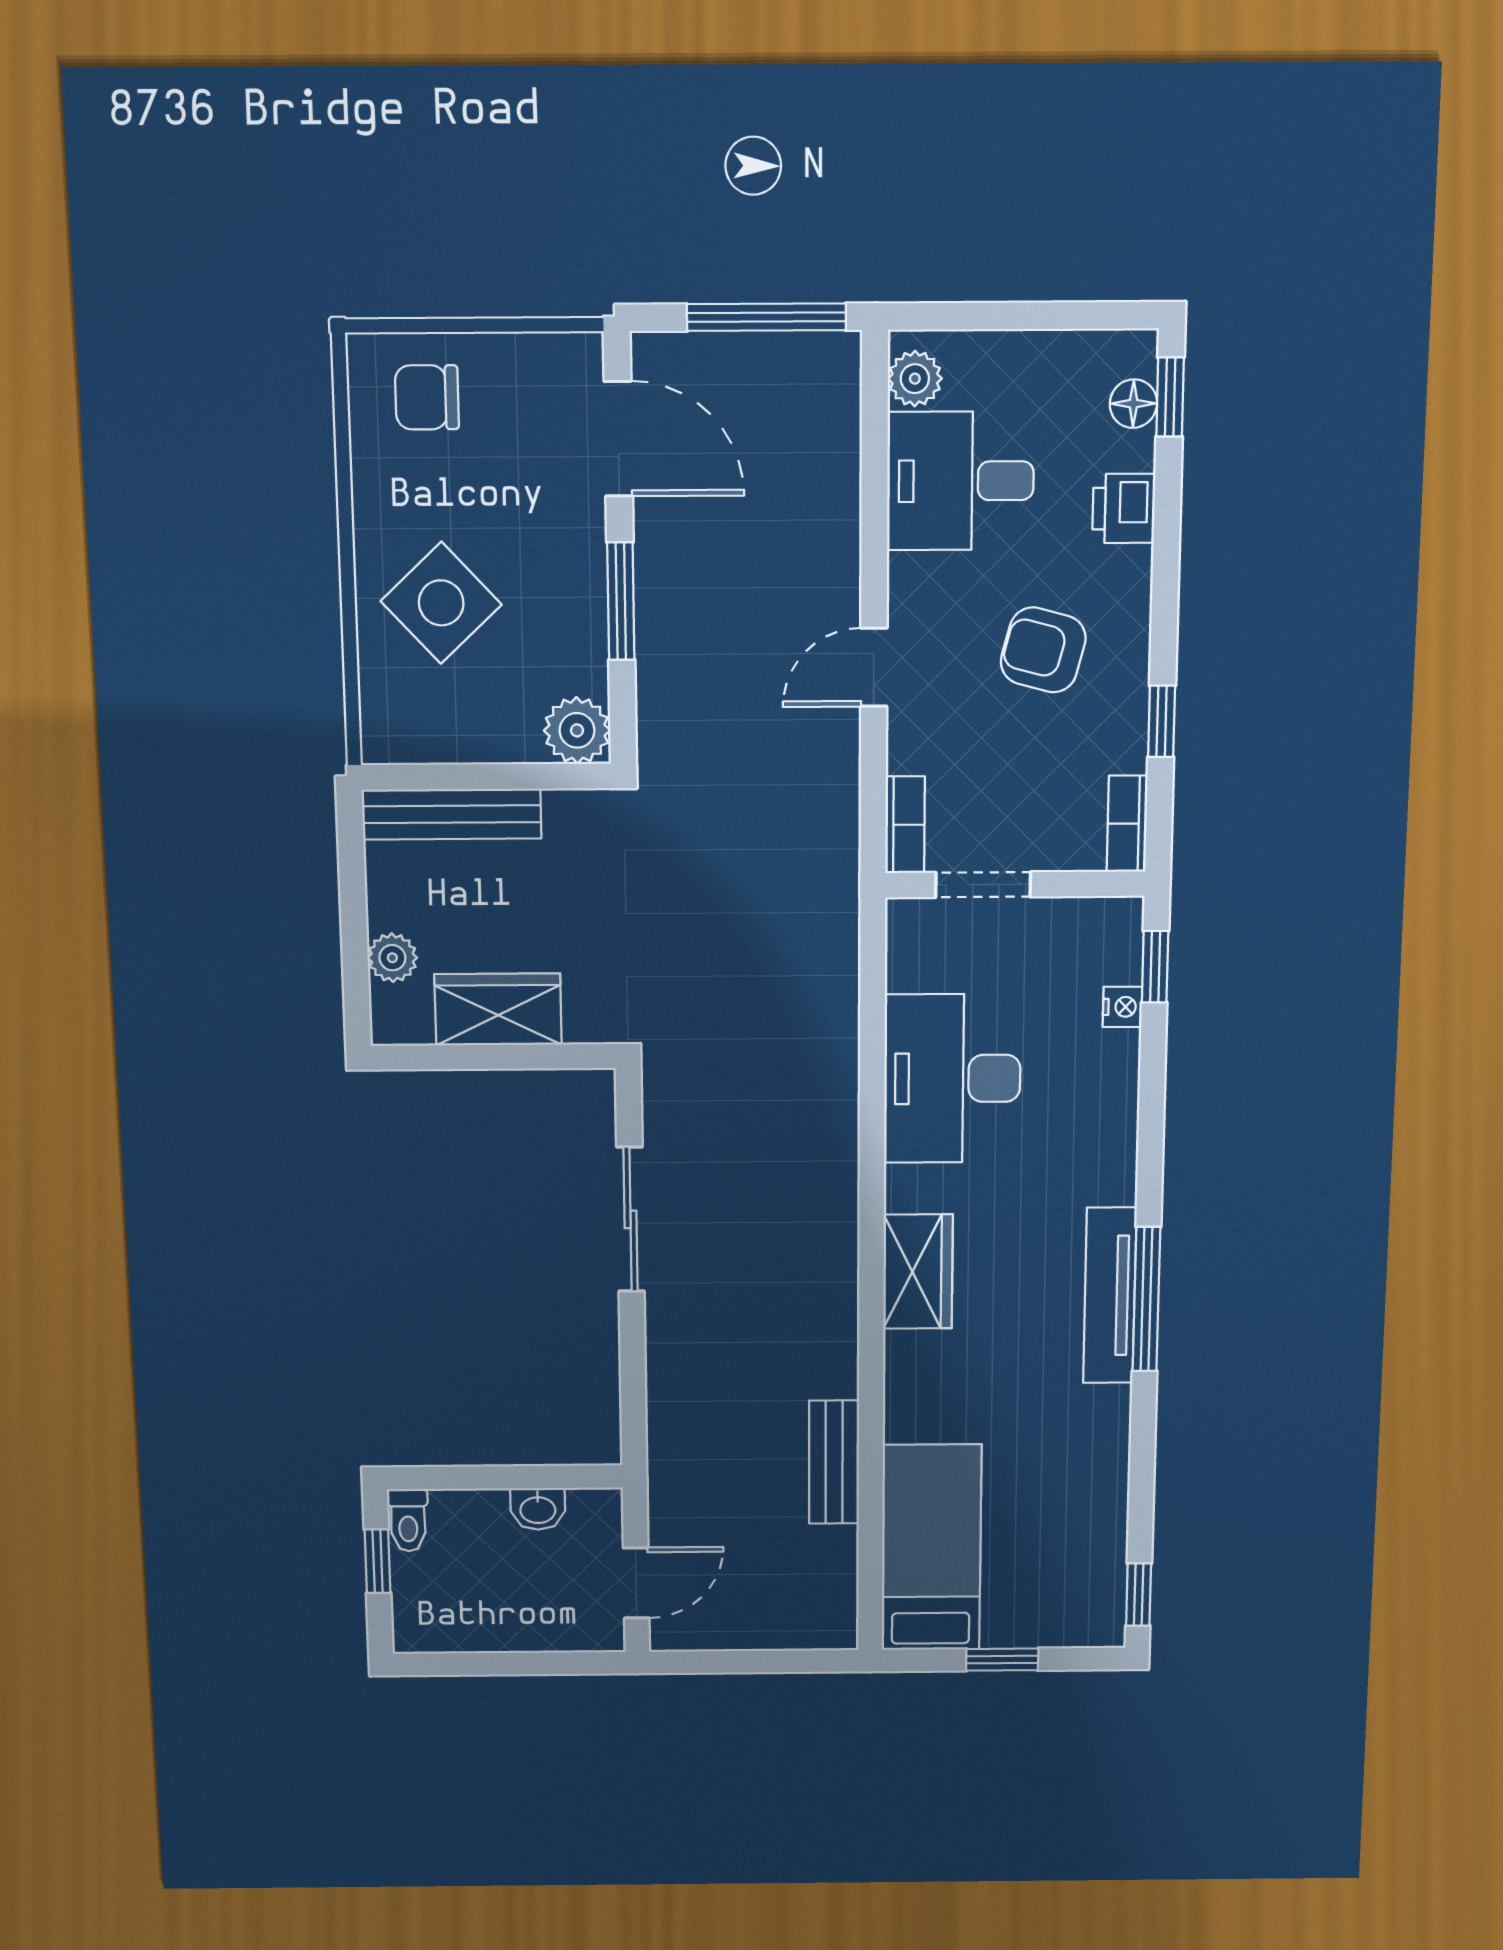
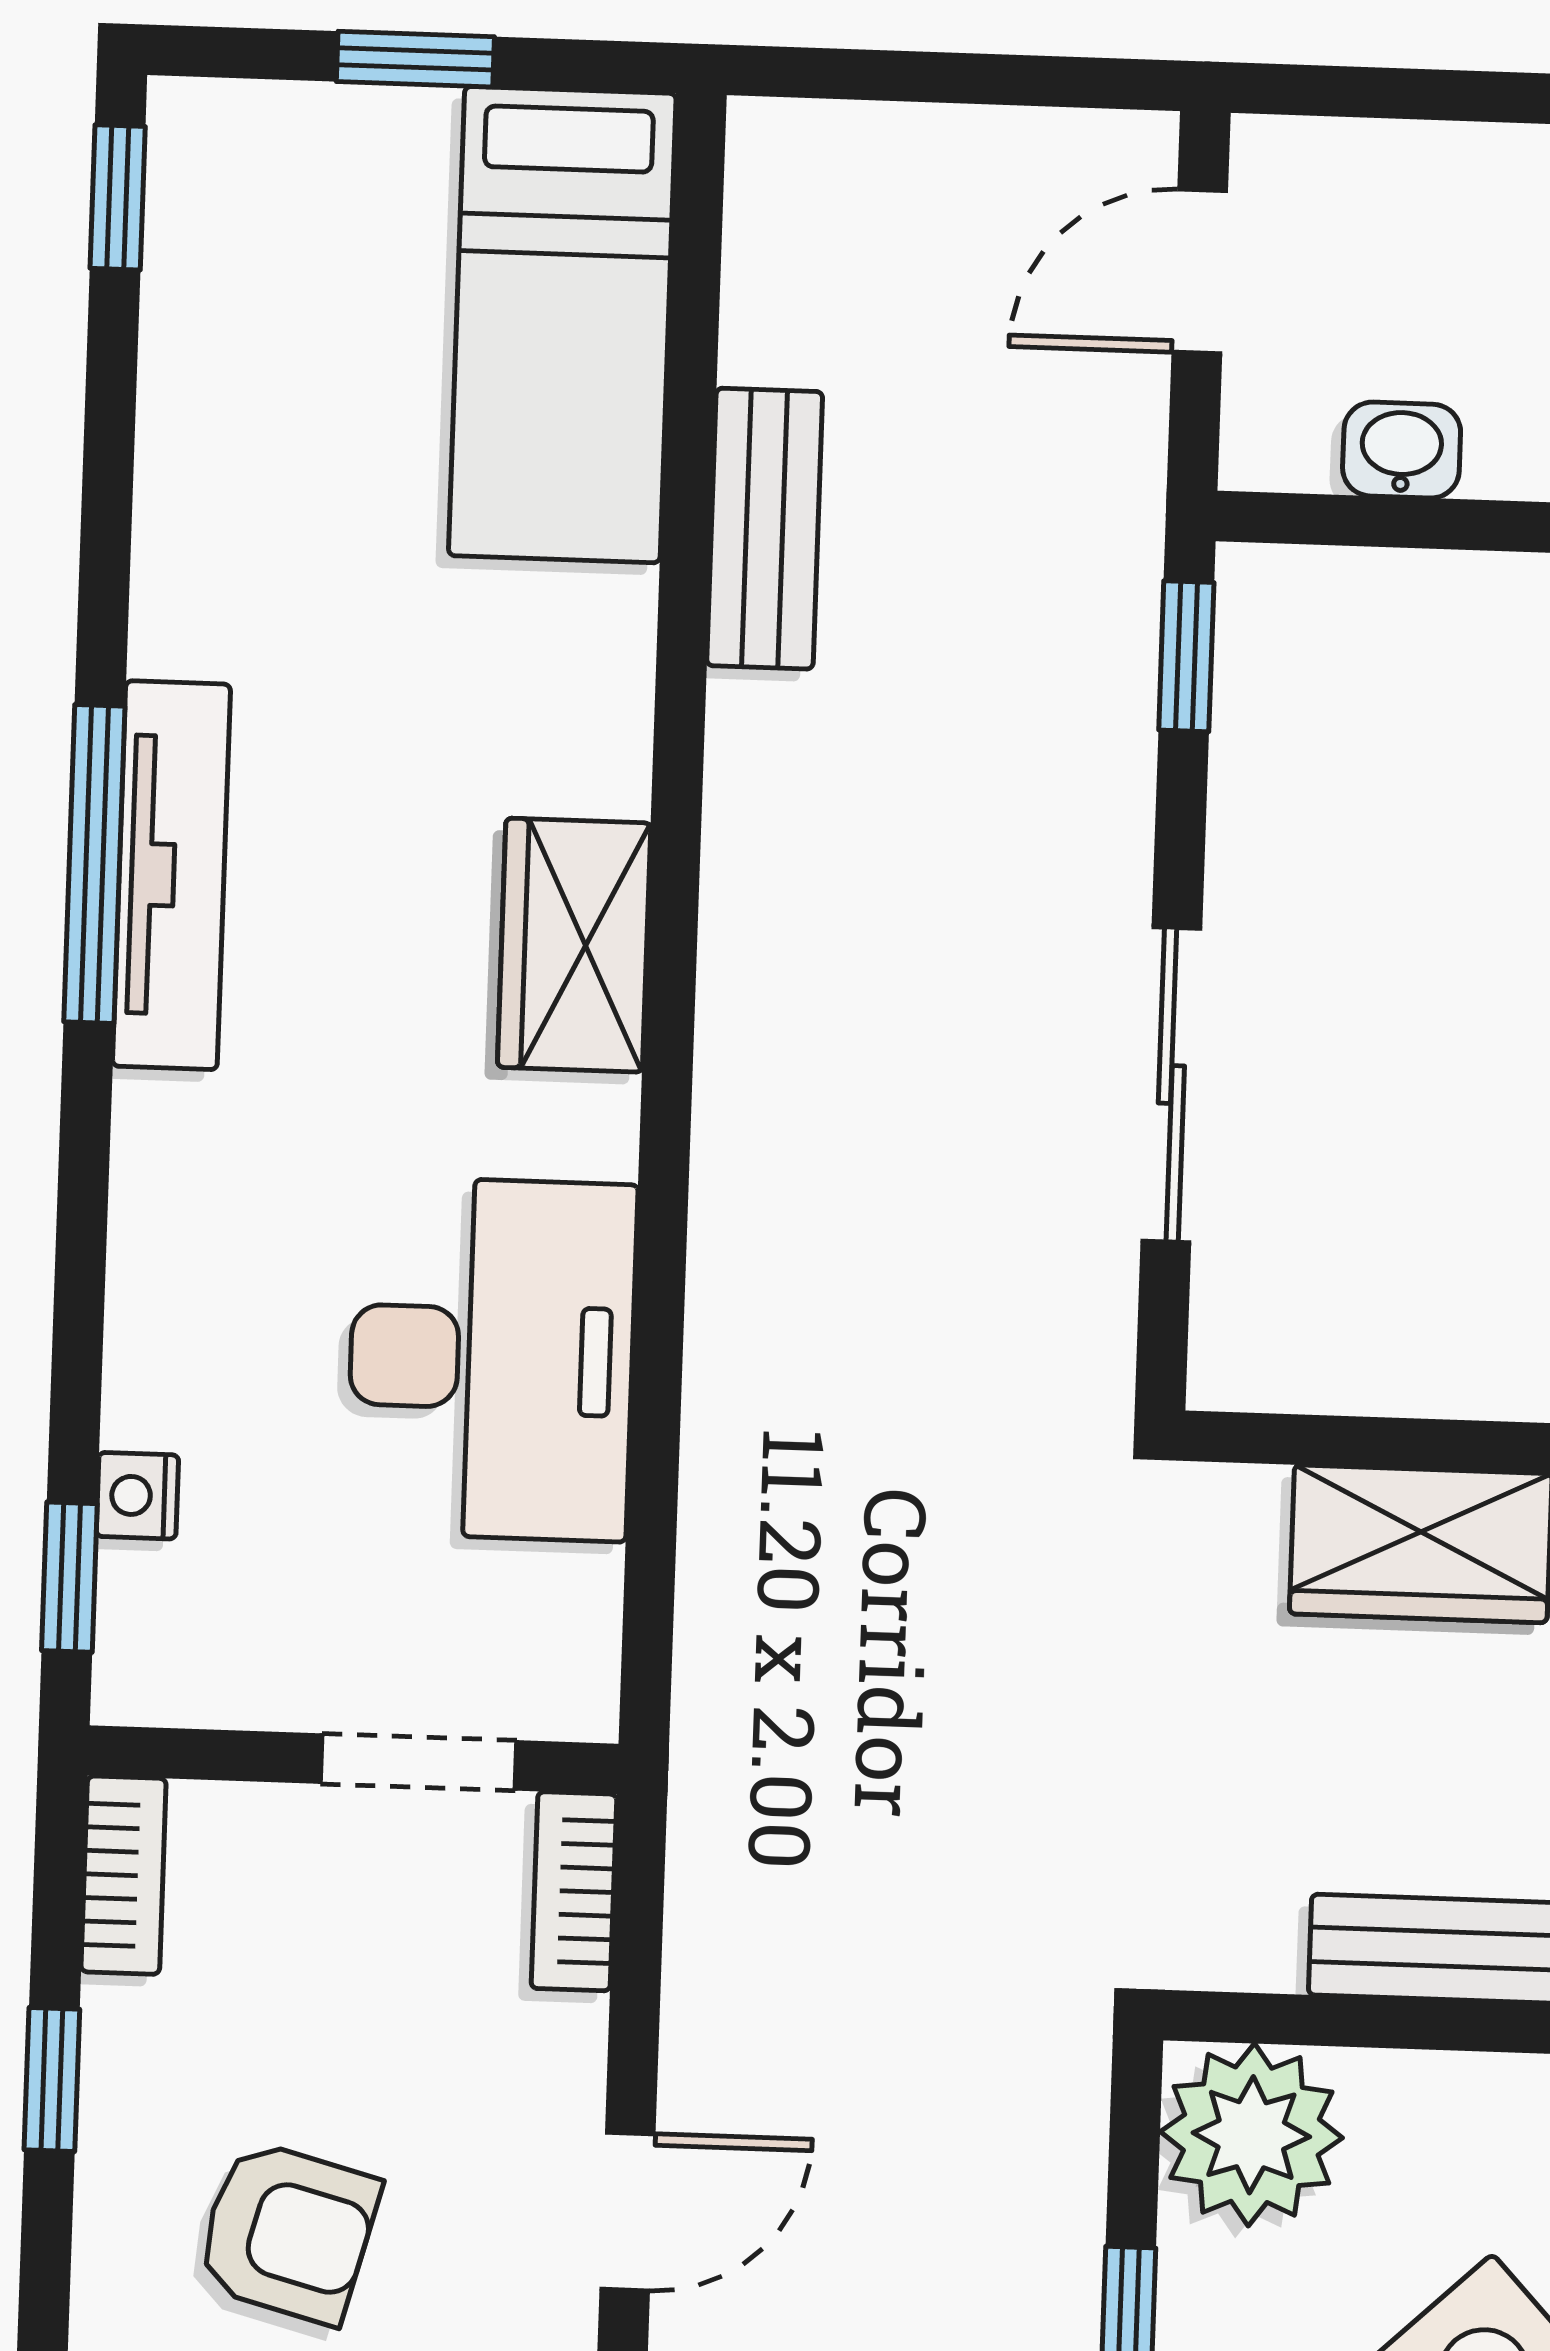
plant: (577, 730) -> (1251, 2135), width x1.36, depth x1.36
window: (634, 1414) -> (1186, 656), added

